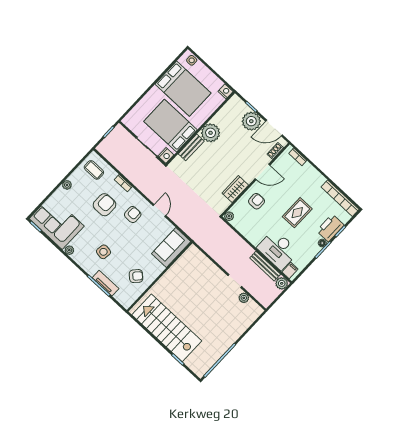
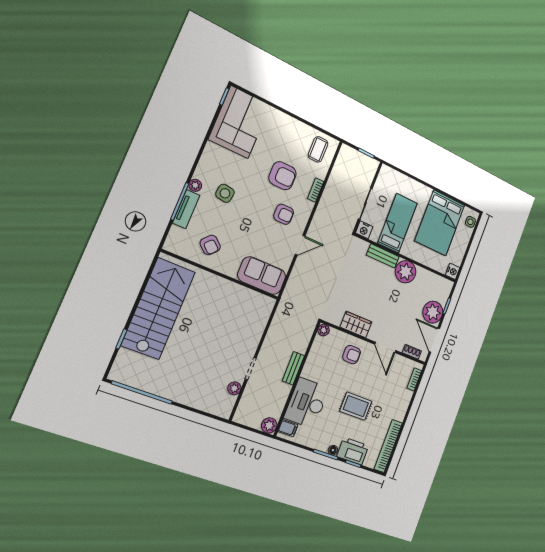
bed: (171, 126) -> (398, 223), width x0.67
plant: (67, 185) -> (289, 121), removed
plant: (69, 250) -> (195, 185), moved
bench: (265, 266) -> (293, 368), moved, width x0.73

